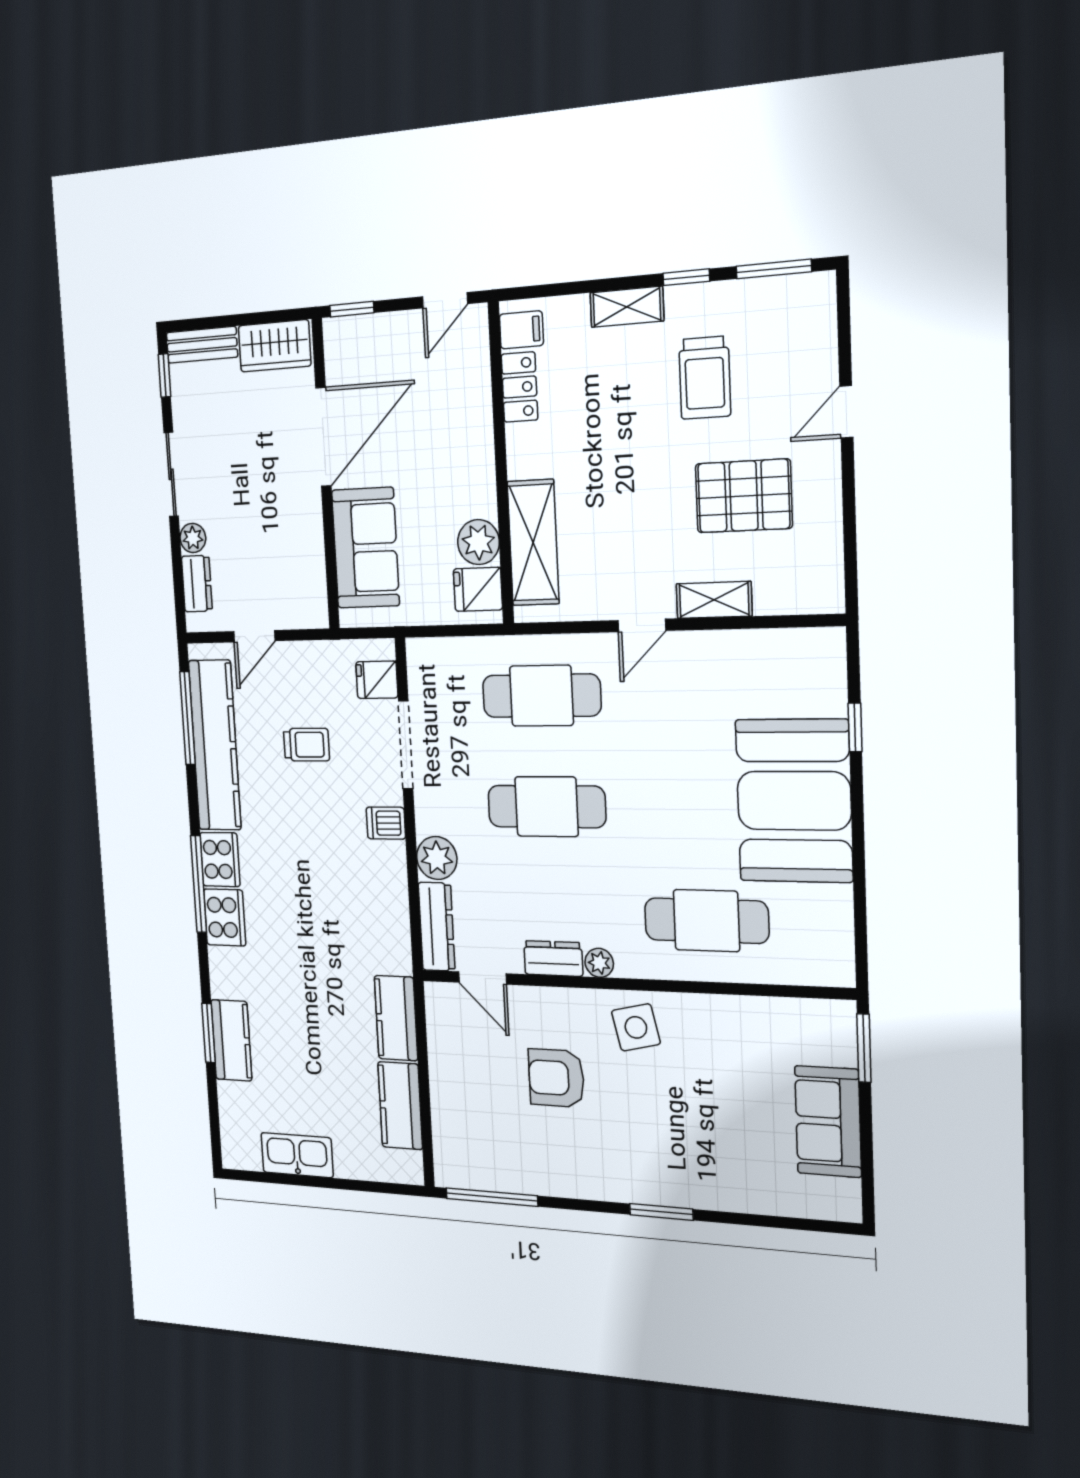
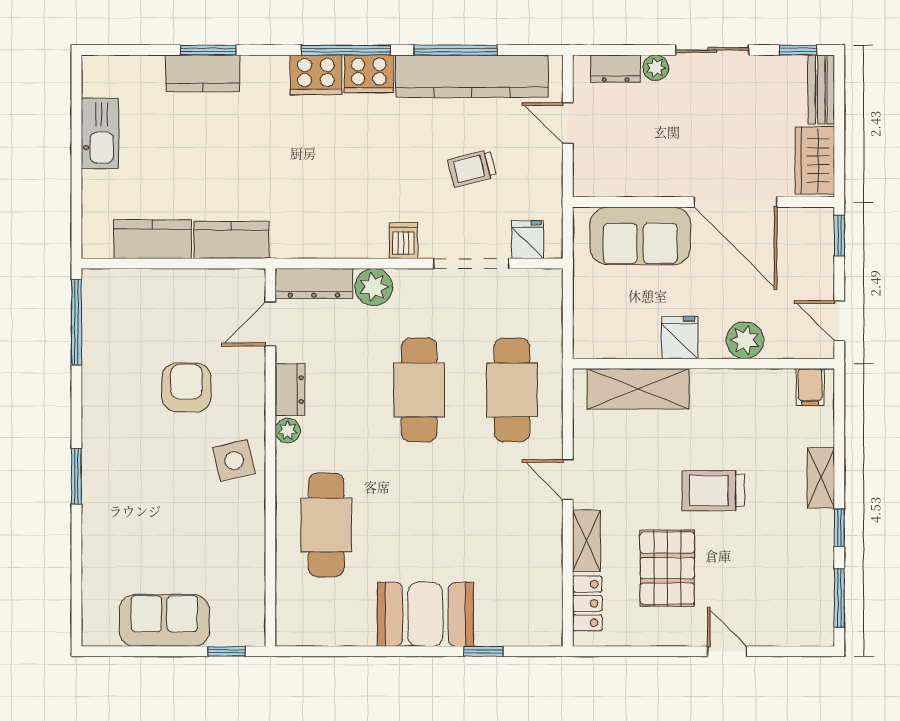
trolley: (705, 378) -> (713, 491), moved
locker: (520, 387) -> (587, 603), moved, turned -90
plant: (478, 542) -> (745, 340), moved
fridge: (478, 589) -> (680, 338), moved
window: (187, 718) -> (455, 50), moved
trolley: (306, 745) -> (472, 168), turned 76
booth: (794, 801) -> (425, 614), width x0.73, depth x0.70
window: (864, 1048) -> (227, 651), width x0.67

